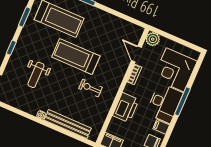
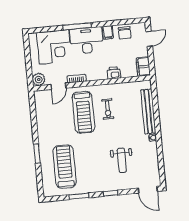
treadmill: (76, 57) -> (83, 112), moved
weight bench: (36, 75) -> (122, 160), turned 90
printer: (126, 108) -> (114, 73), width x0.53, depth x0.68

